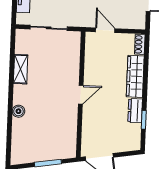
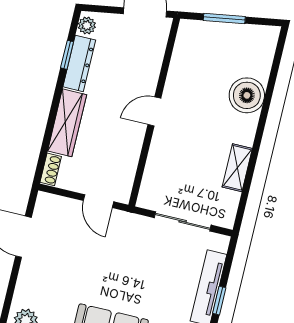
boiler: (18, 111) -> (247, 95), width x1.86, depth x1.86
dresser: (135, 111) -> (79, 63), width x1.44
plant: (135, 141) -> (87, 25), added

